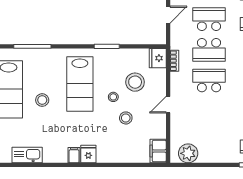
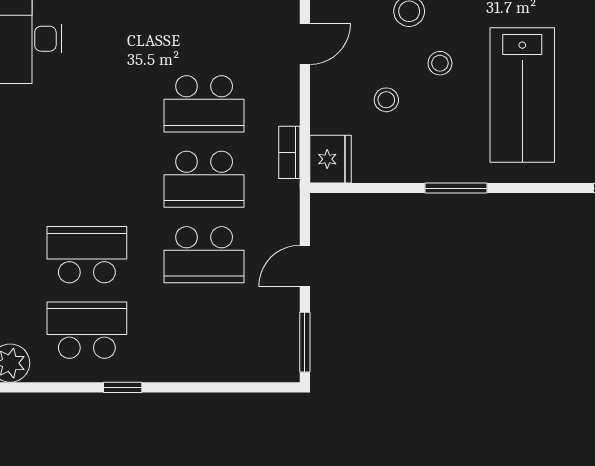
school desk: (209, 50) -> (204, 179), turned 180
stool: (135, 82) -> (386, 100), width x0.53, depth x0.53
lab bench: (80, 84) -> (522, 95), turned 180

